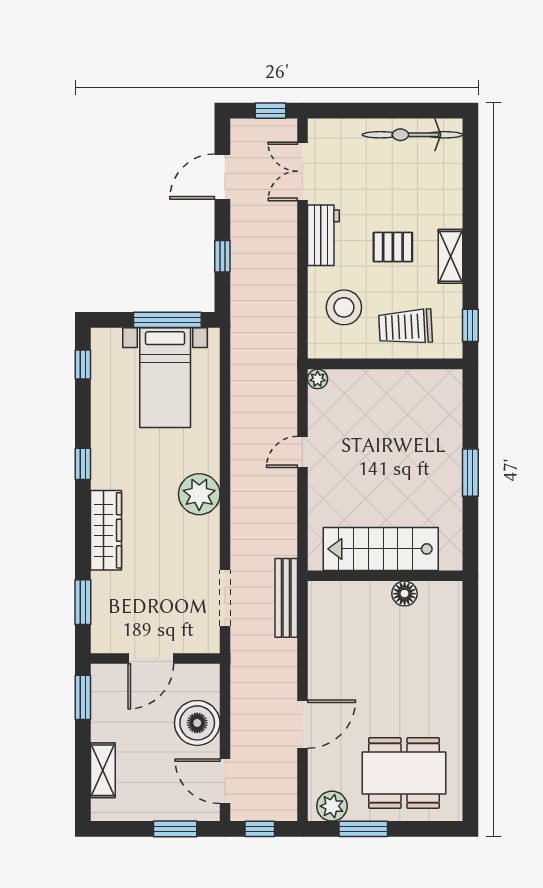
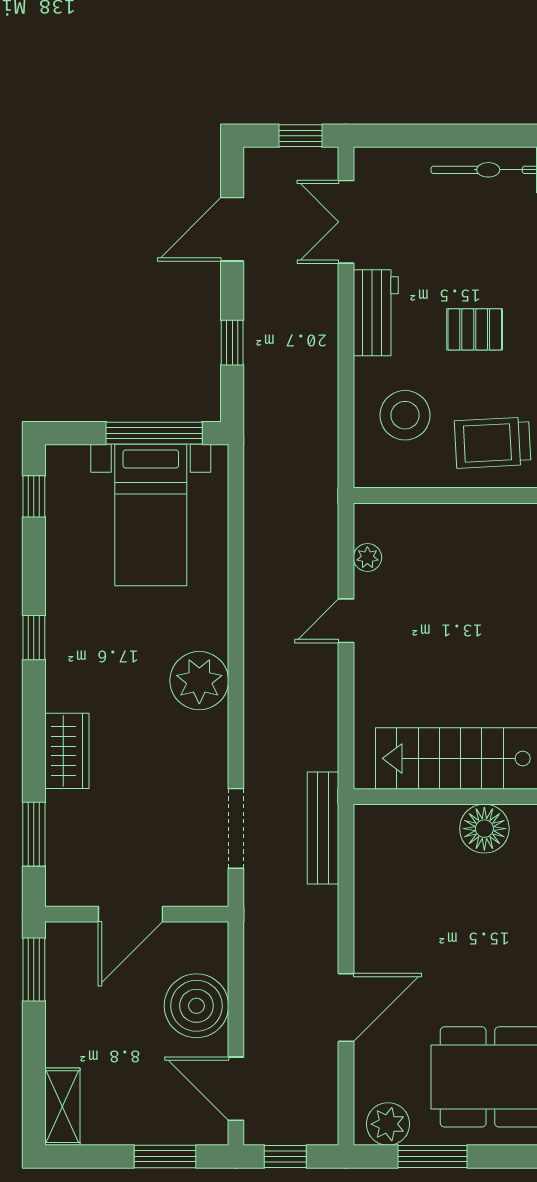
plant: (318, 379) -> (367, 558), moved
wardrobe: (106, 530) -> (67, 751), width x0.67
floor lamp: (405, 594) -> (484, 829), width x1.38, depth x1.38
shelving: (103, 770) -> (62, 1107), moved

